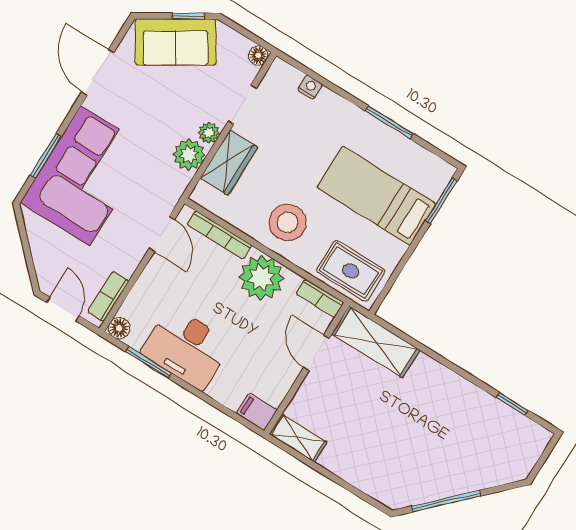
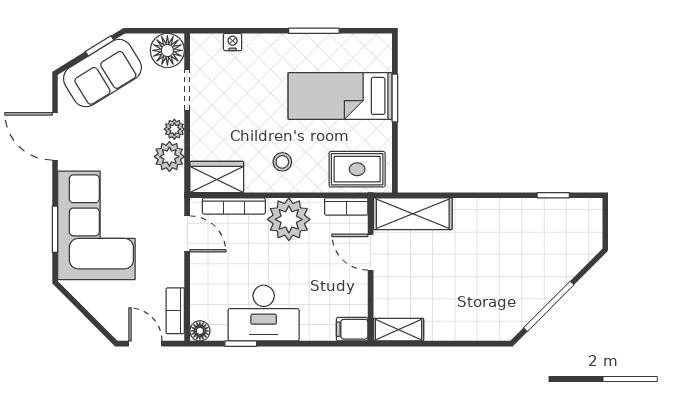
floor lamp: (258, 55) -> (167, 50), width x1.89, depth x1.89
wardrobe: (229, 163) -> (217, 177), moved, turned -90
window: (441, 201) -> (395, 98), moved
stool: (288, 222) -> (282, 162), width x0.53, depth x0.53
window: (149, 362) -> (241, 344), width x0.67

